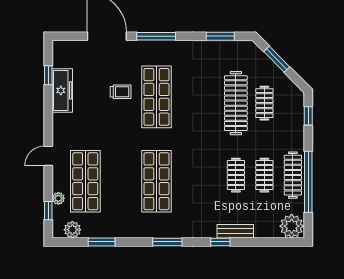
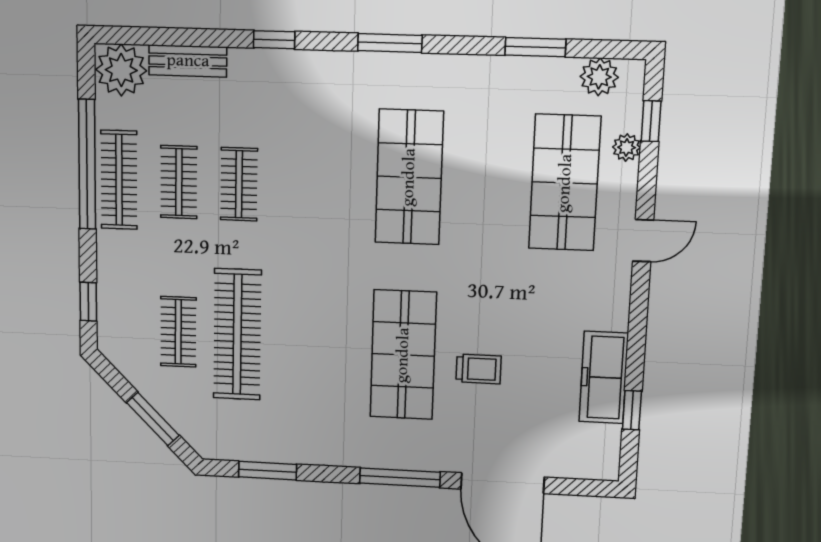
trolley: (121, 92) -> (479, 369), turned 180
bench: (235, 231) -> (188, 61), moved

